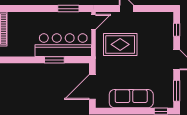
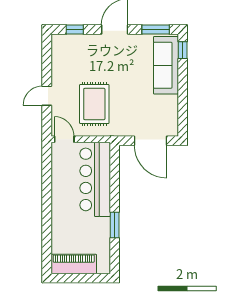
window: (68, 9) -> (47, 173), removed
window: (54, 60) -> (115, 225), moved
sofa: (131, 99) -> (166, 65), moved

